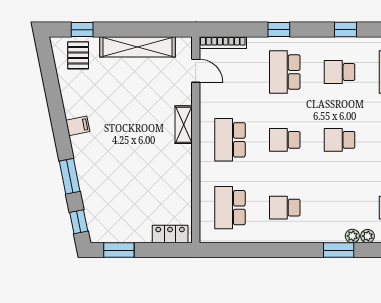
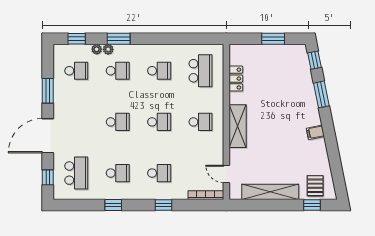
school desk: (285, 72) -> (159, 173), width x0.54
shelving: (184, 125) -> (238, 126), width x1.50, depth x1.33
school desk: (230, 140) -> (200, 122), width x0.54
school desk: (340, 208) -> (118, 71), added
locker: (170, 234) -> (236, 79), moved, turned -90
window: (119, 250) -> (273, 39), moved

